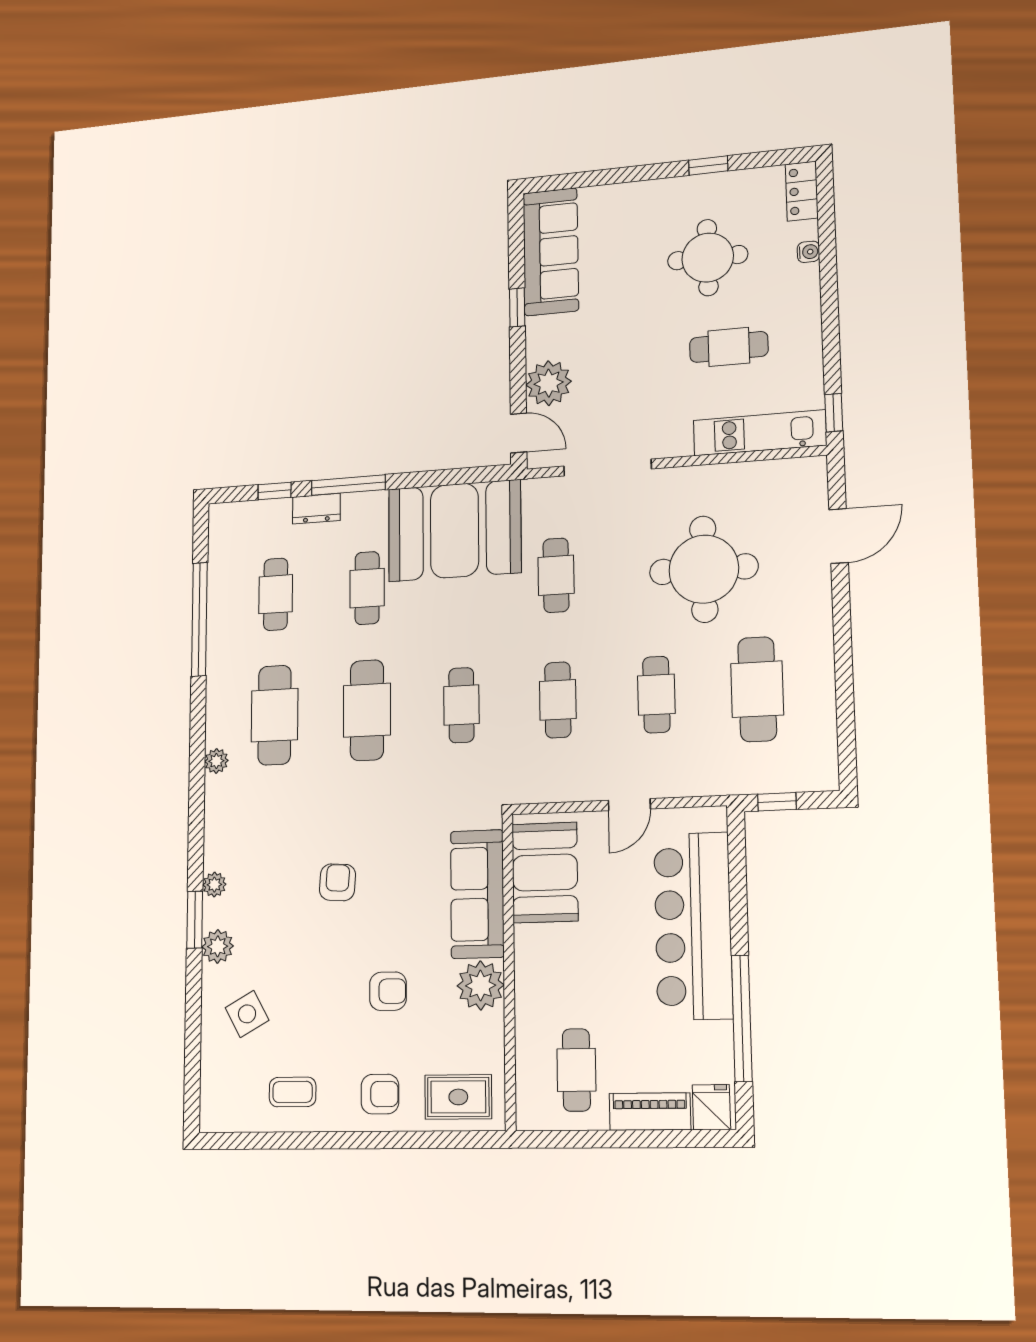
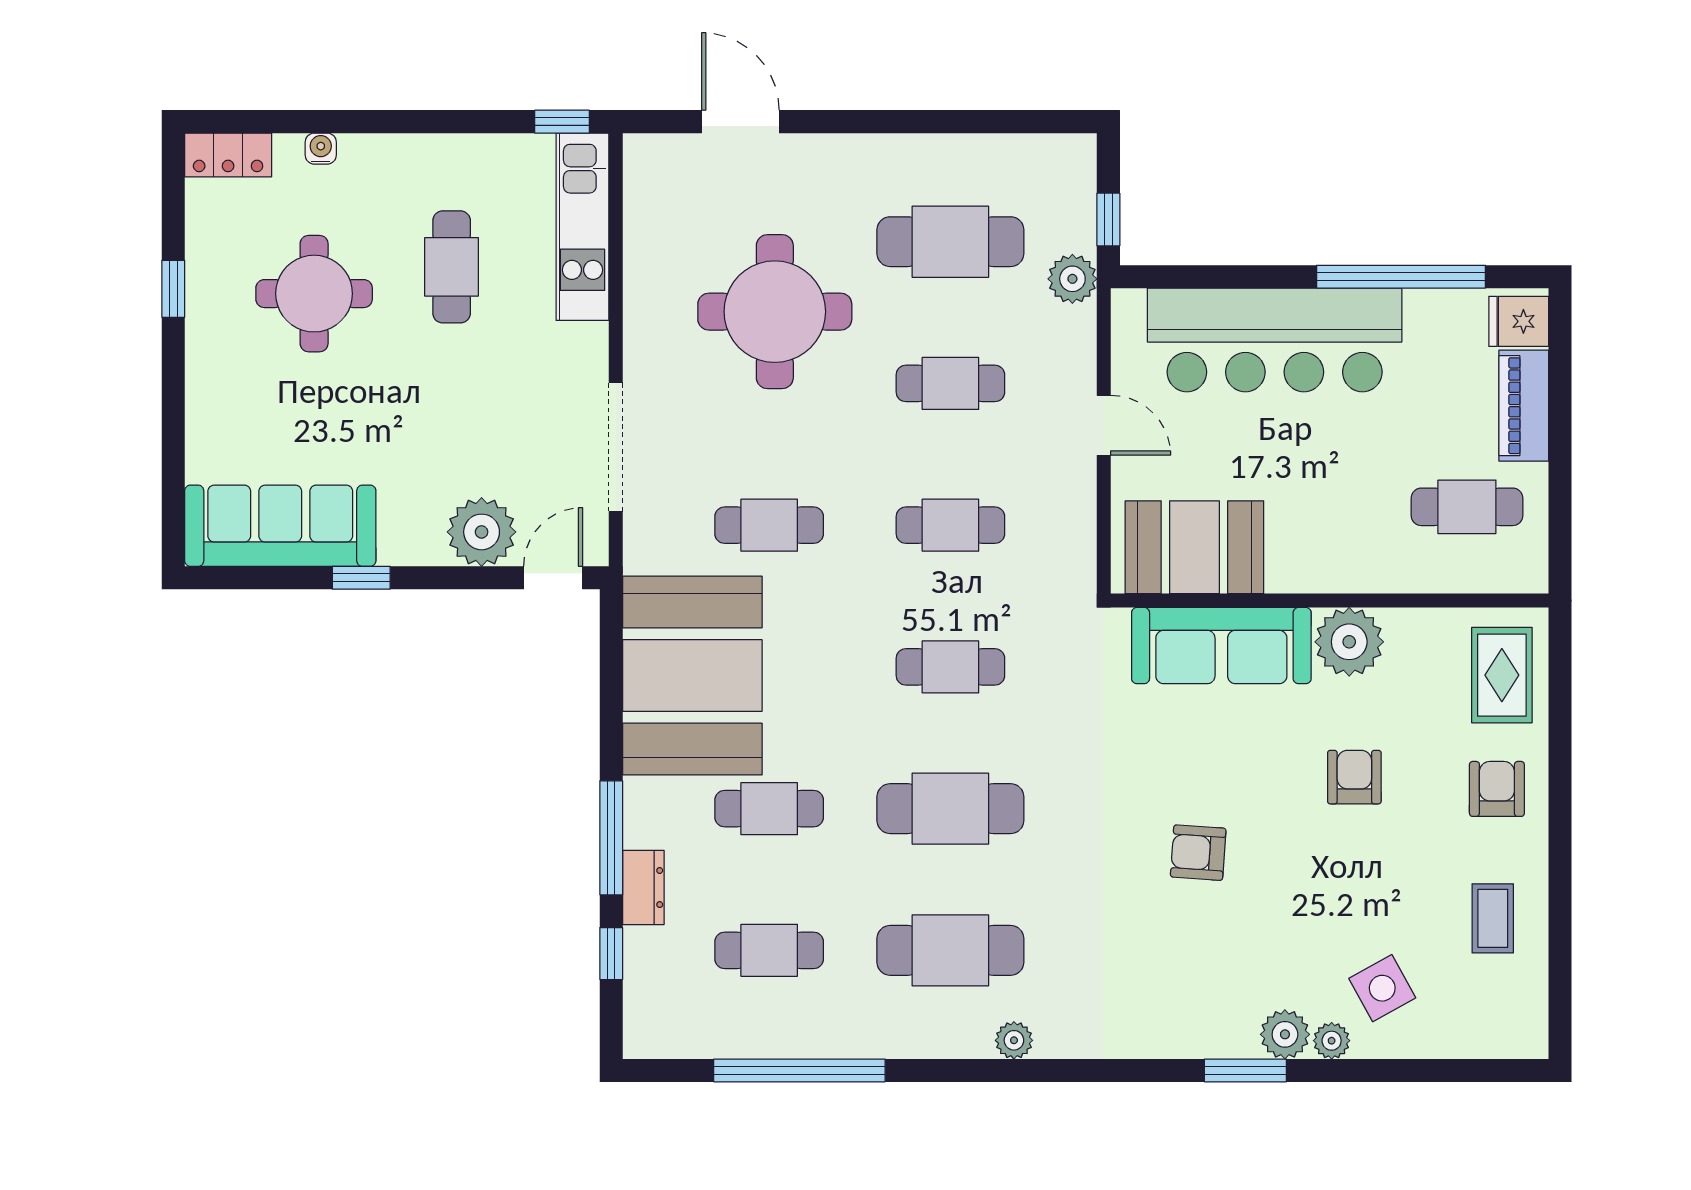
plant: (733, 778) -> (1072, 279), added
plant: (214, 885) -> (1332, 1041), moved

